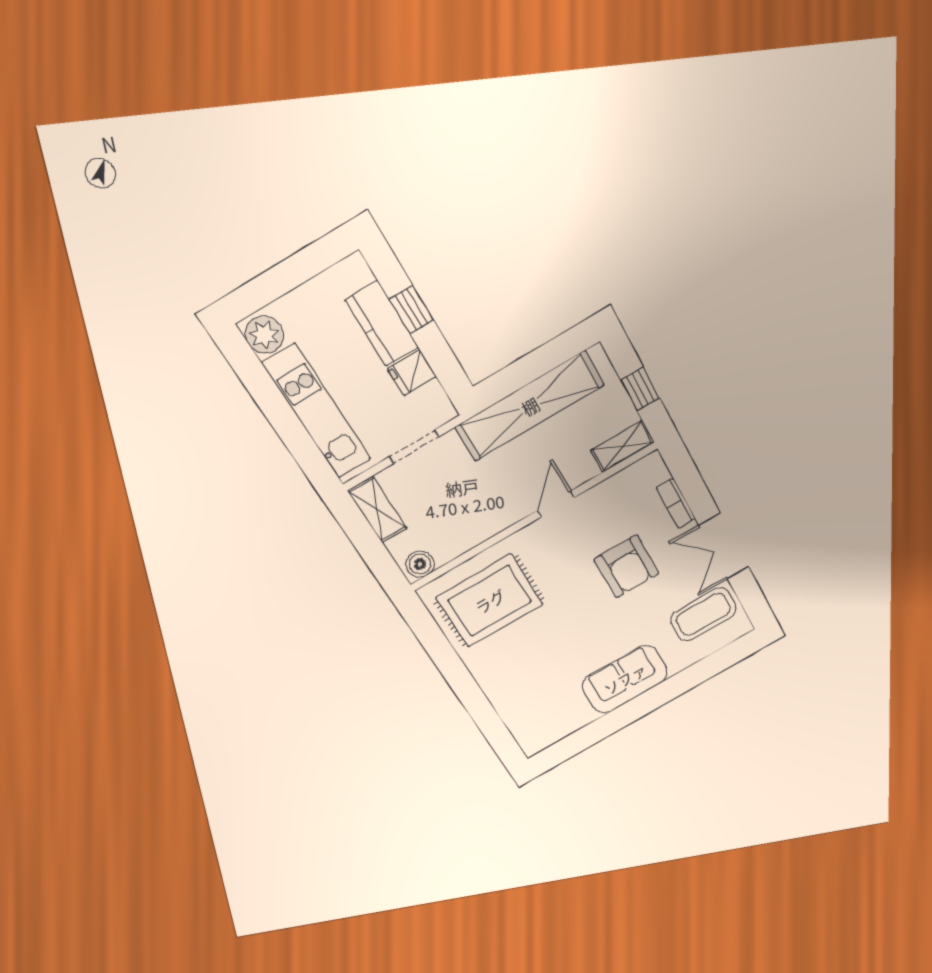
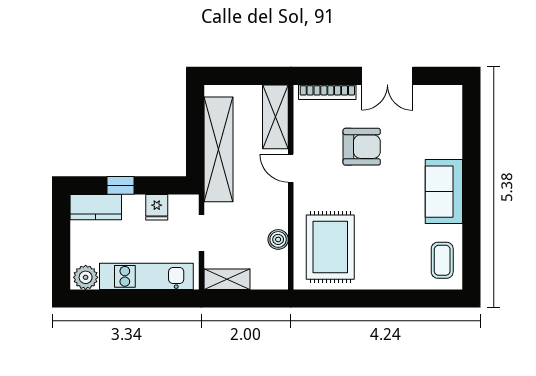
kitchen counter: (382, 324) -> (96, 207), moved
window: (640, 389) -> (248, 76), removed
shelving: (623, 446) -> (275, 117), width x1.50, depth x1.33
bookcase: (676, 503) -> (327, 92), width x1.56
boiler: (420, 564) -> (278, 239), moved
coffee table: (703, 614) -> (442, 260), moved, width x0.73, depth x0.77

